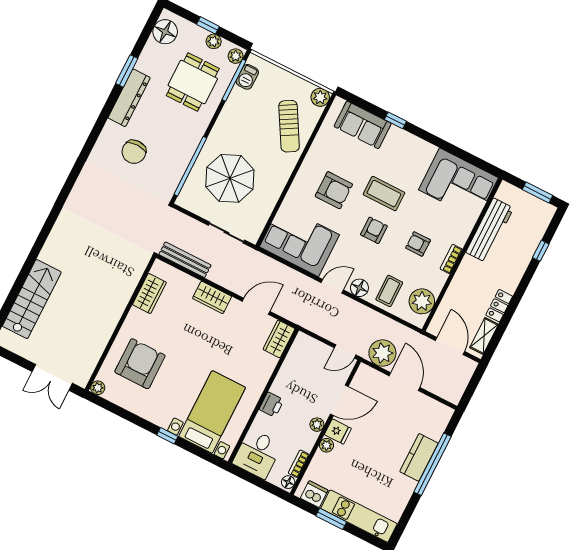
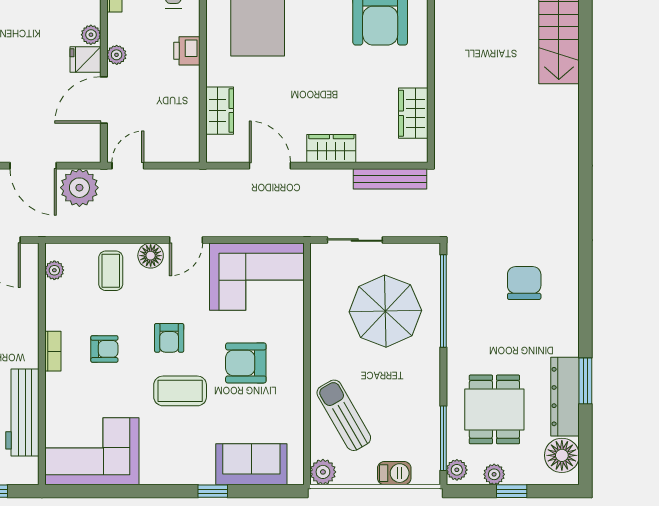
barbecue: (247, 77) -> (394, 473), moved, turned 90
dresser: (129, 98) -> (565, 397), moved
plant: (422, 301) -> (54, 270), width x0.53, depth x0.53
door: (256, 306) -> (270, 166), swing flipped
wardrobe: (279, 339) -> (220, 111), moved

